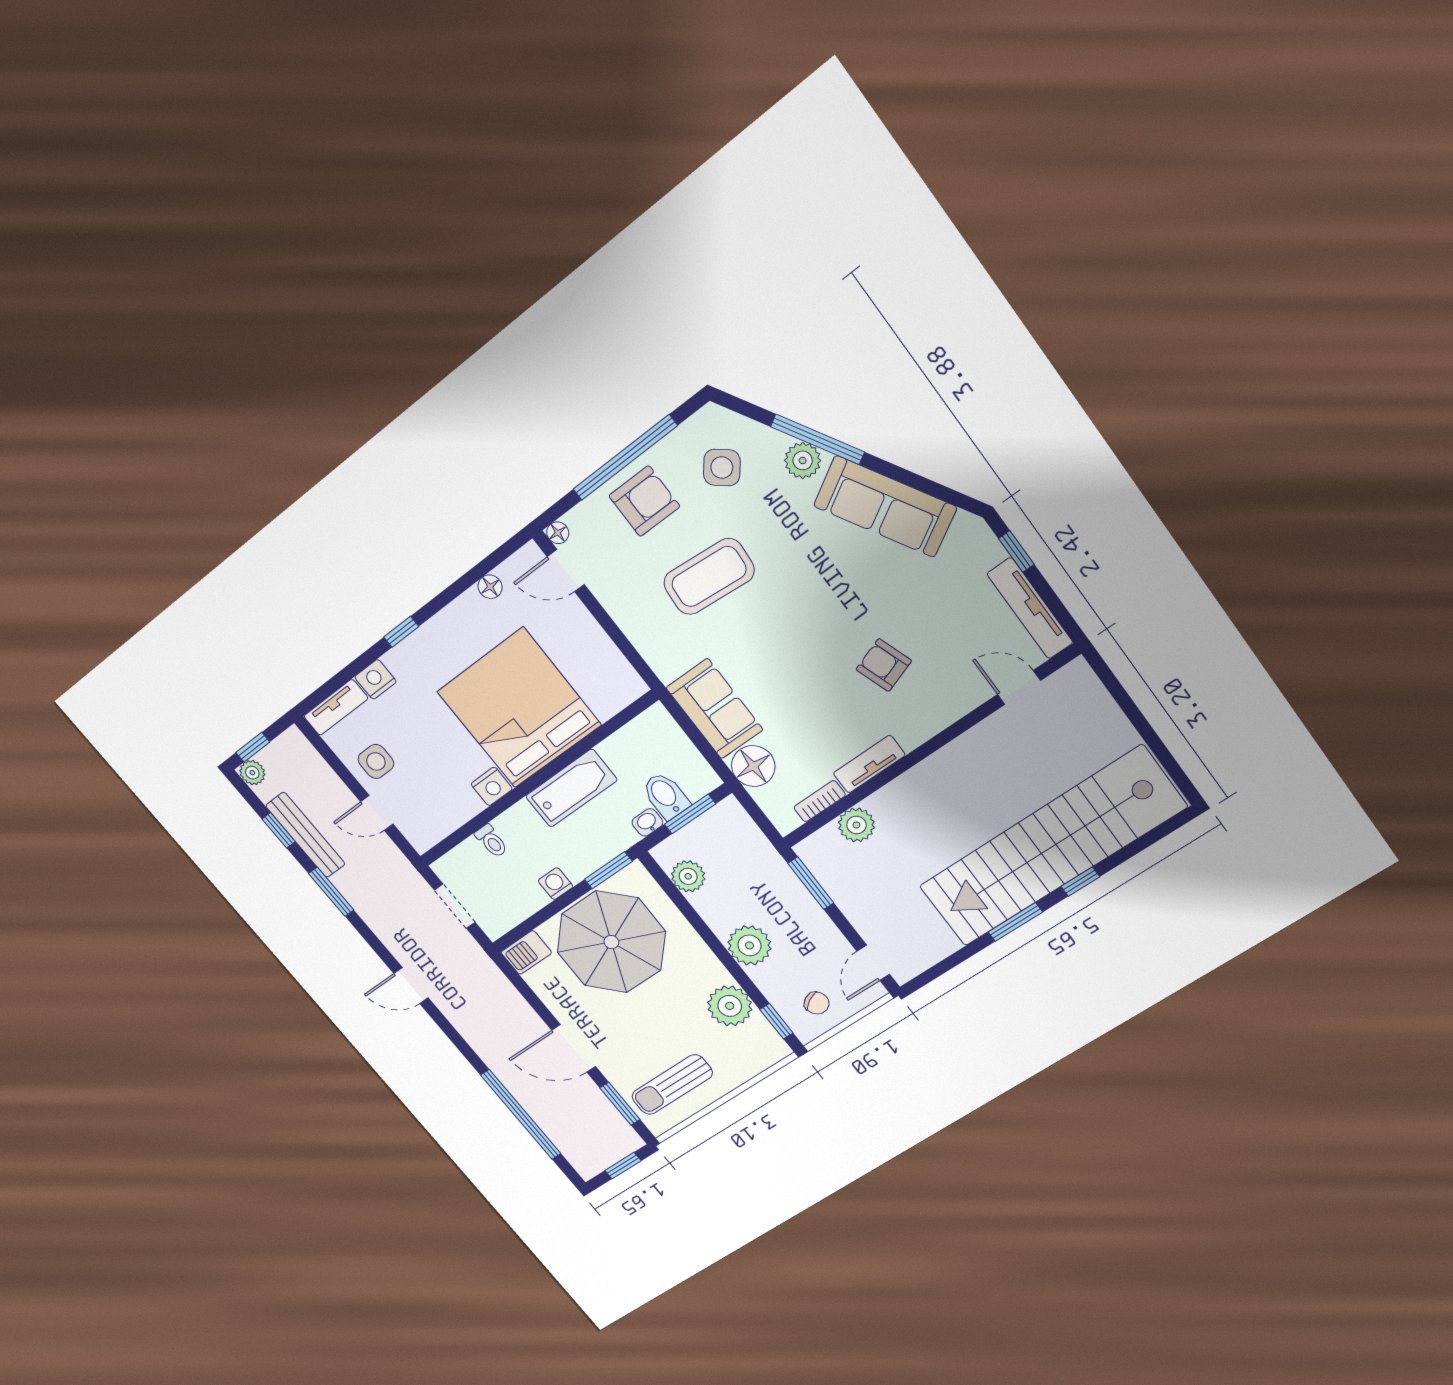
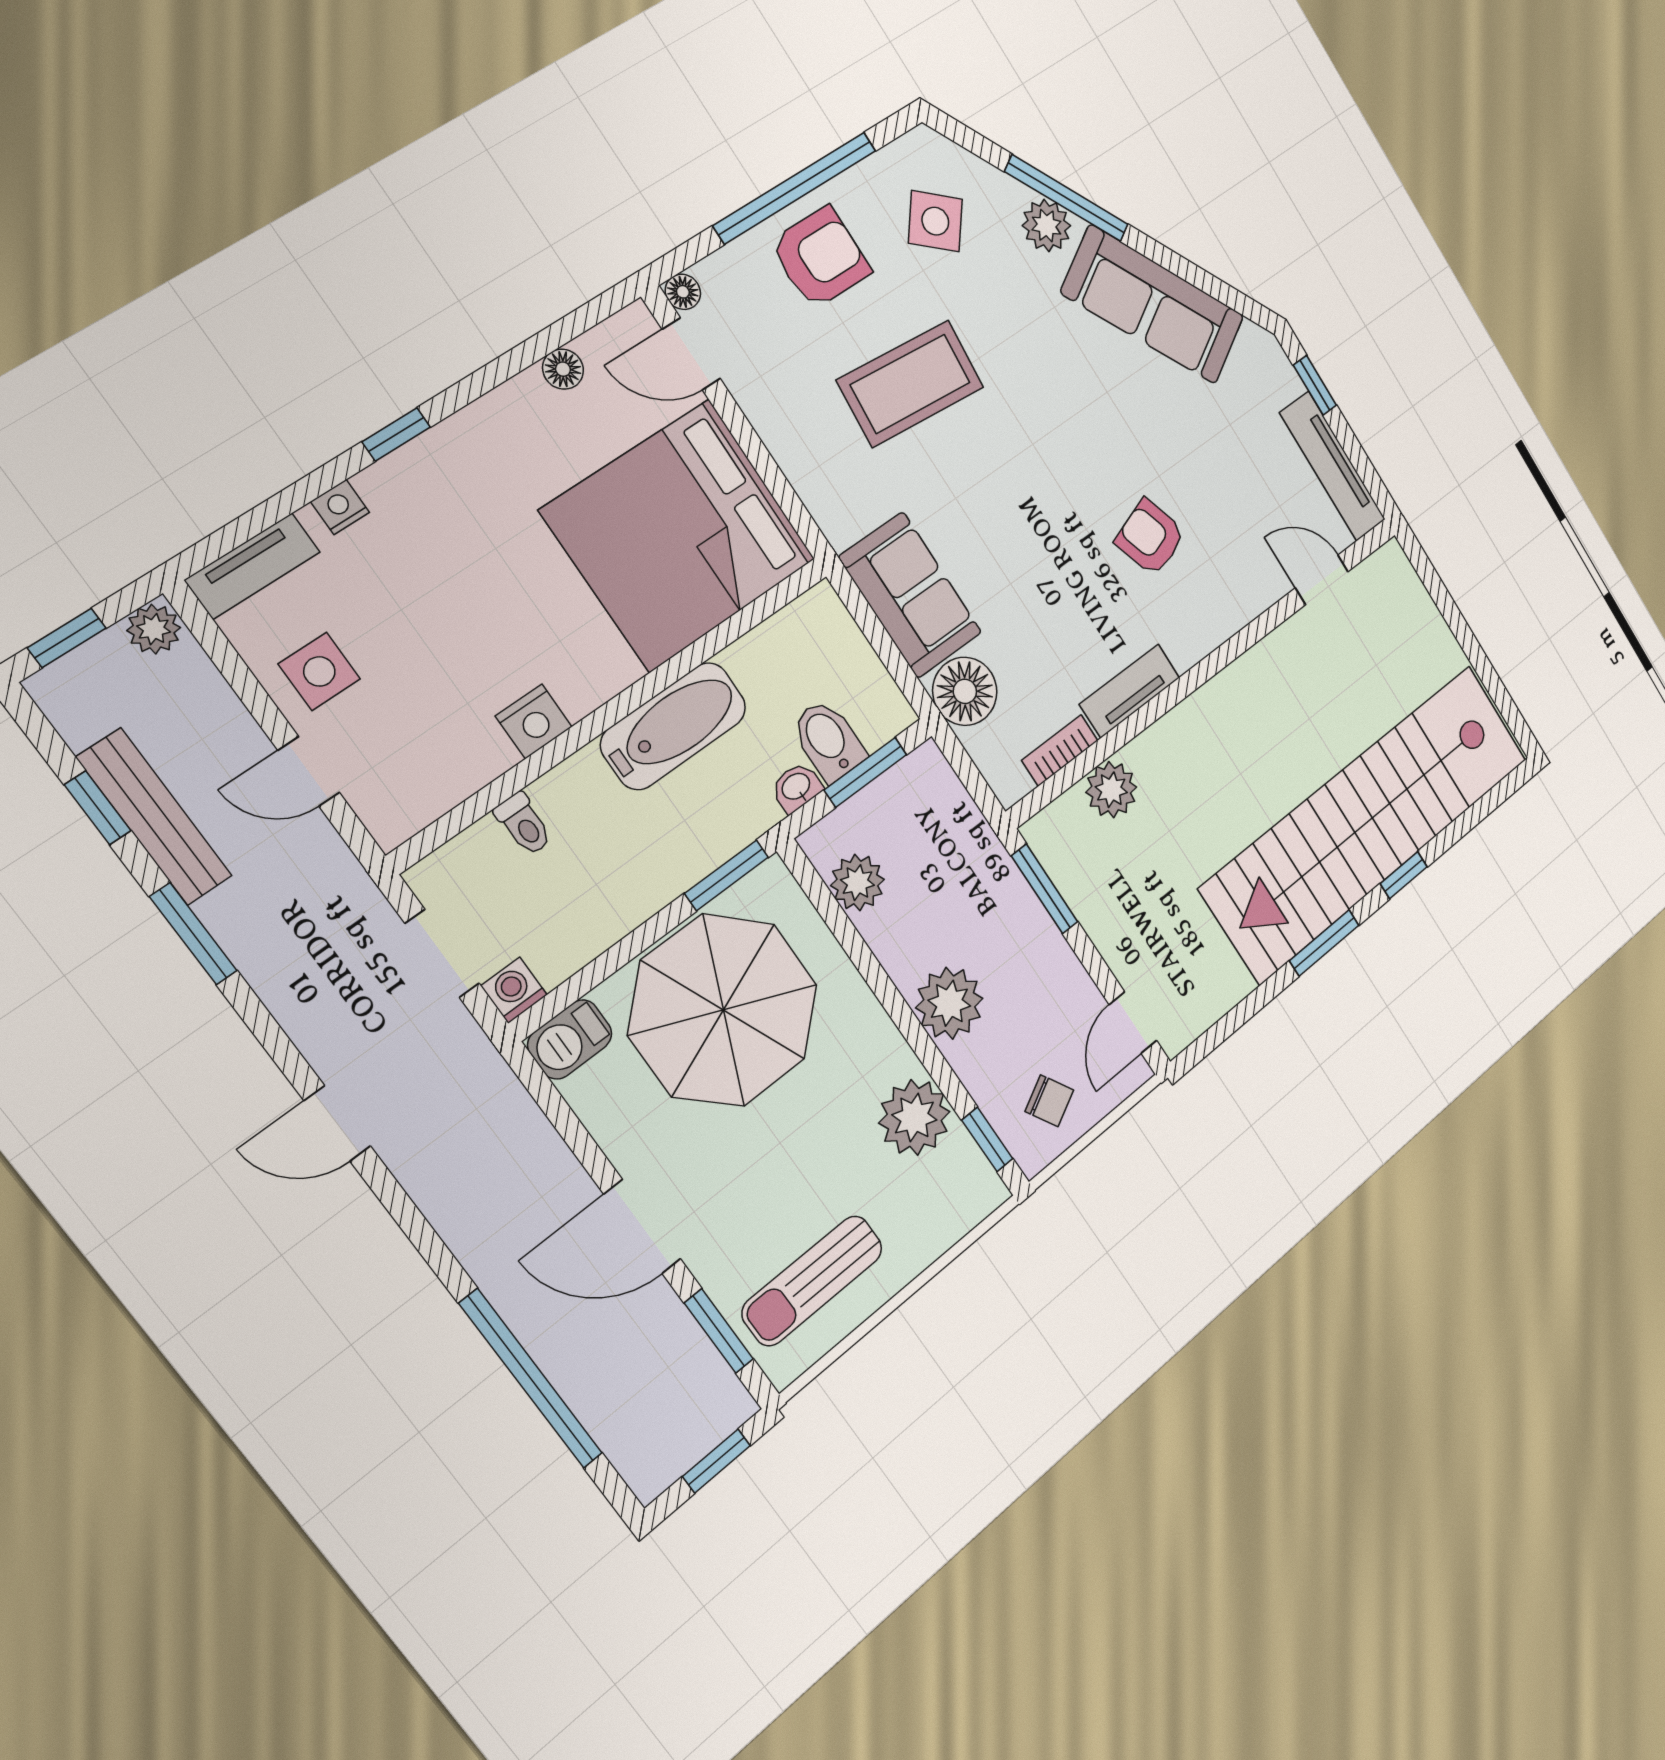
nightstand: (375, 679) -> (340, 507), width x0.72, depth x0.74
bed: (519, 708) -> (679, 535), moved, turned -90
plant: (252, 773) -> (154, 629), moved
washing machine: (556, 884) -> (514, 990), moved

